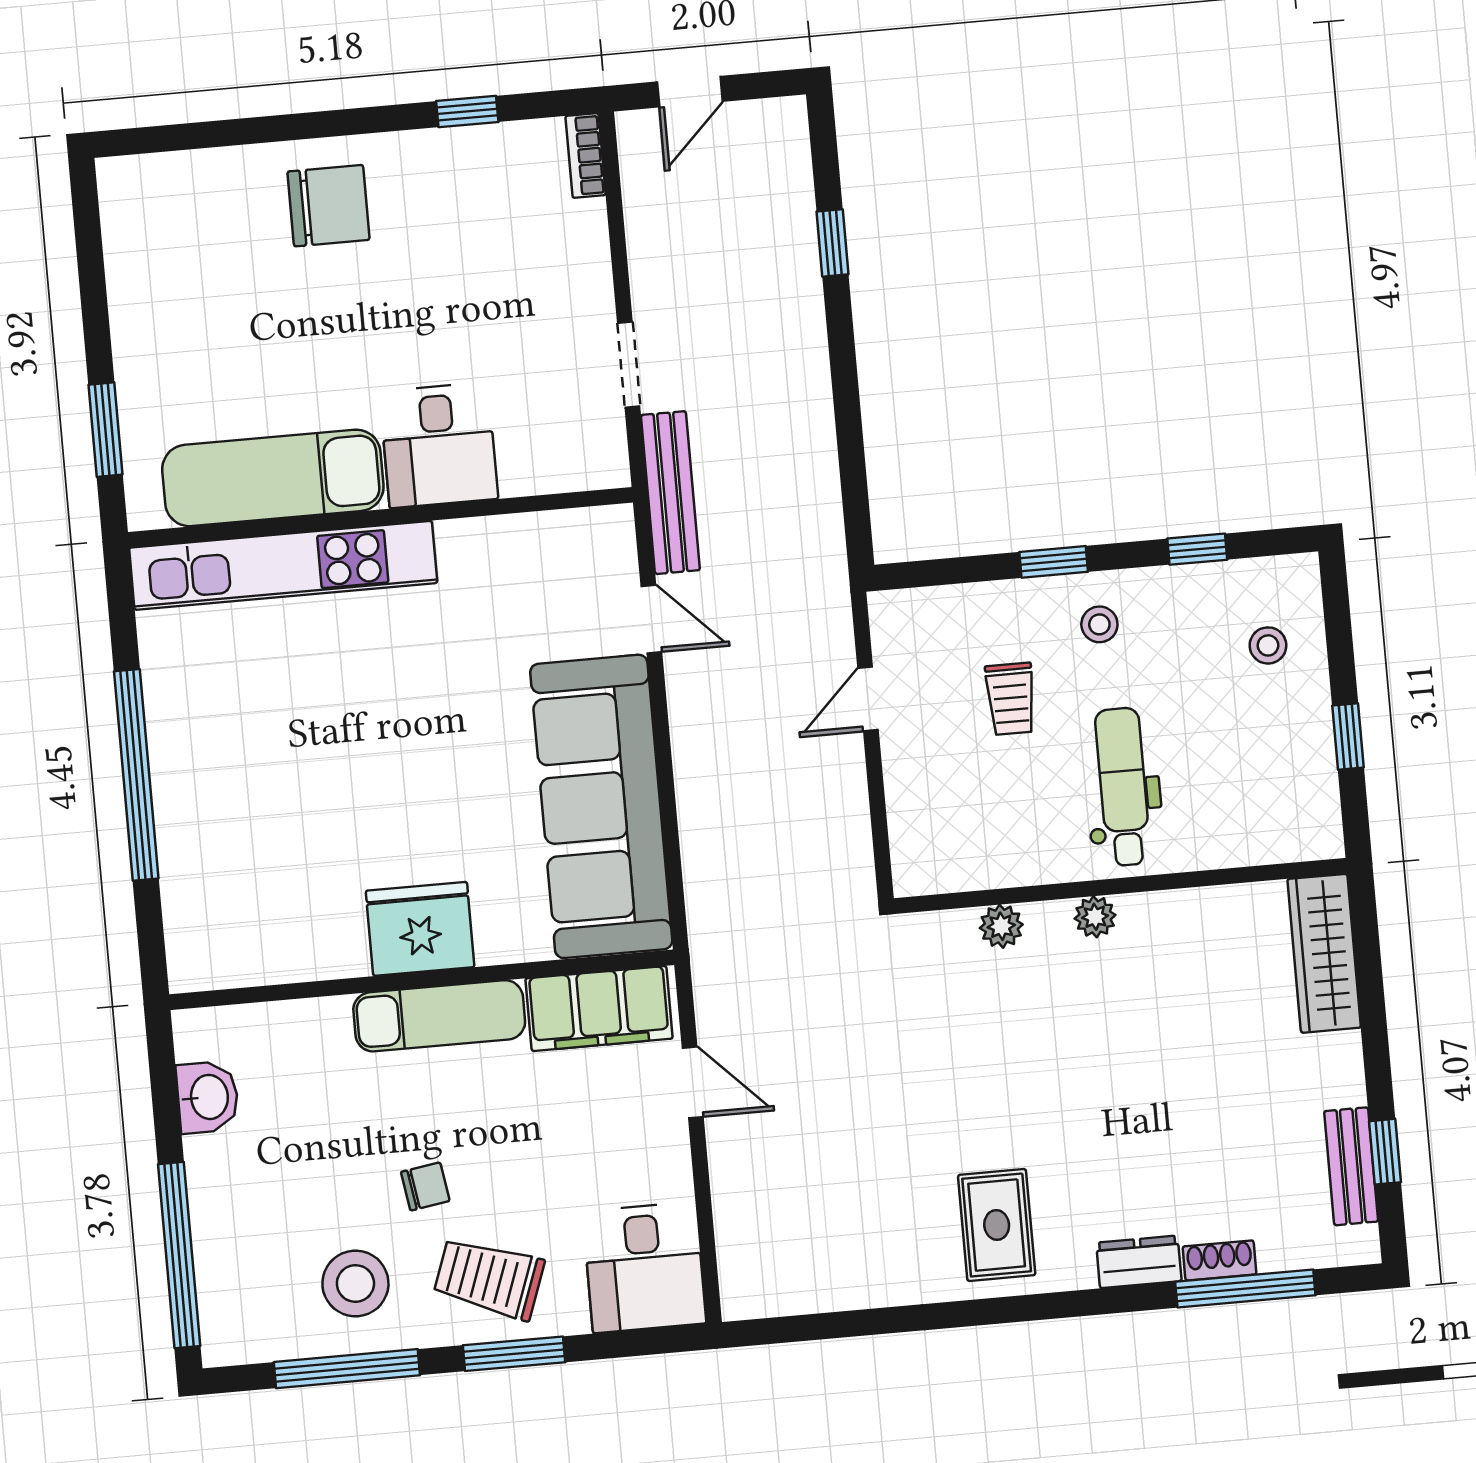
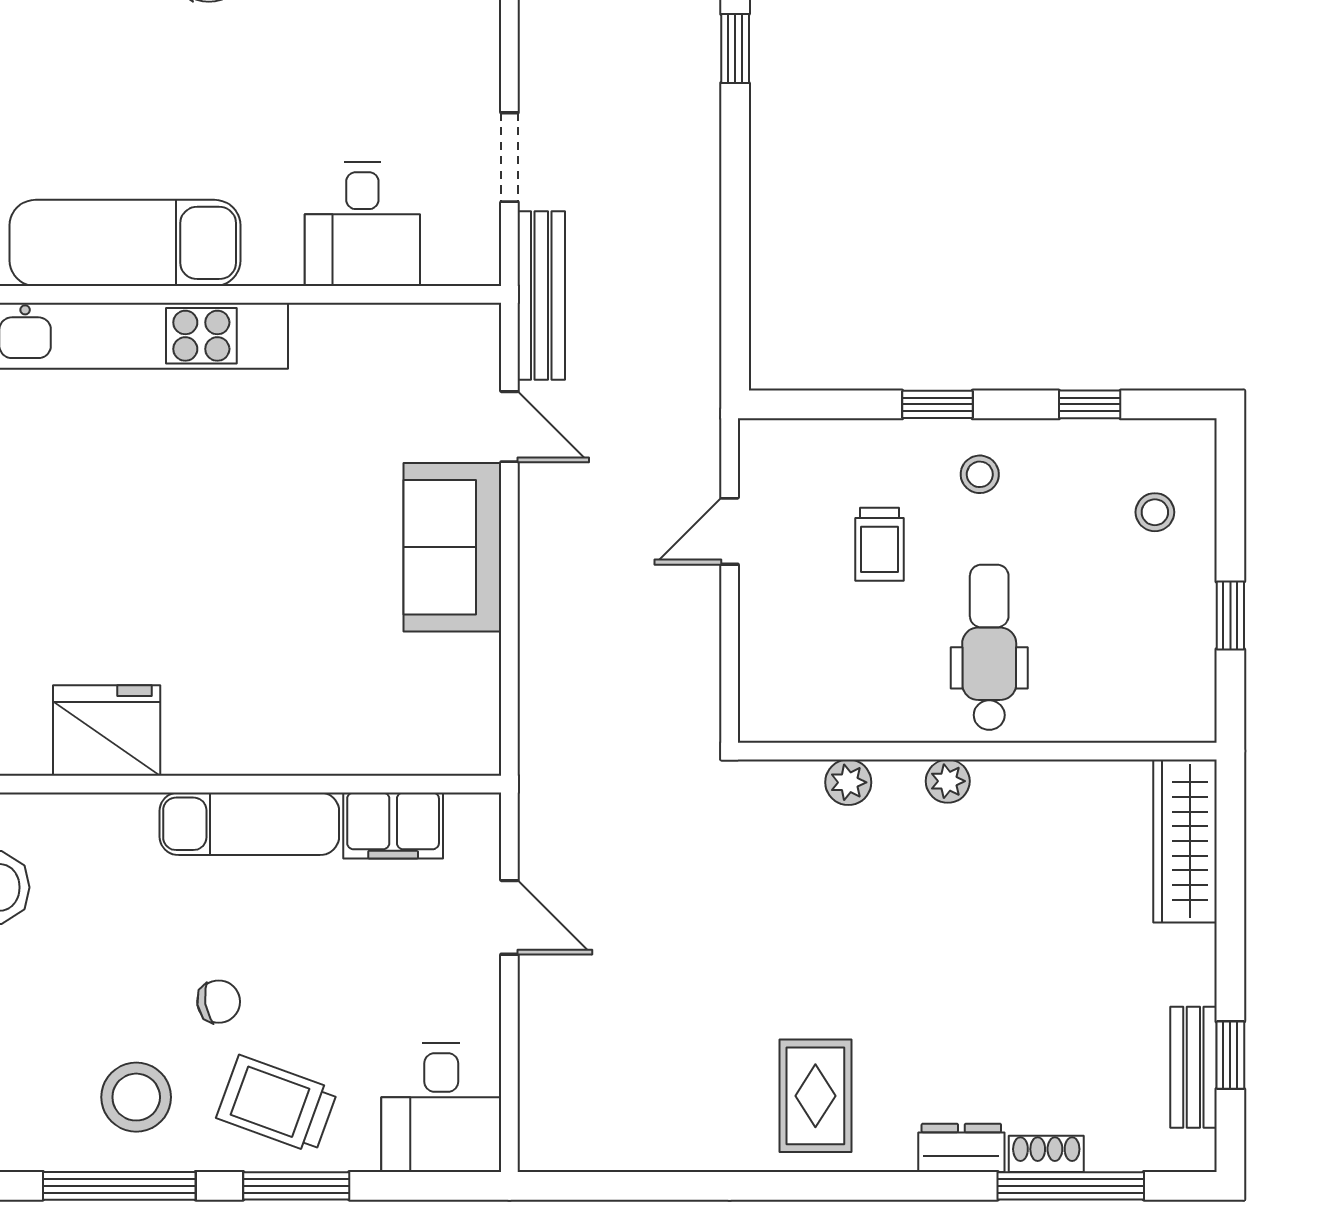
desk: (439, 445) -> (362, 224), moved
sofa: (601, 806) -> (452, 547), width x0.54, depth x0.79
fridge: (420, 929) -> (107, 731), moved
filing cabinet: (599, 1009) -> (393, 825), width x0.67, depth x0.86

